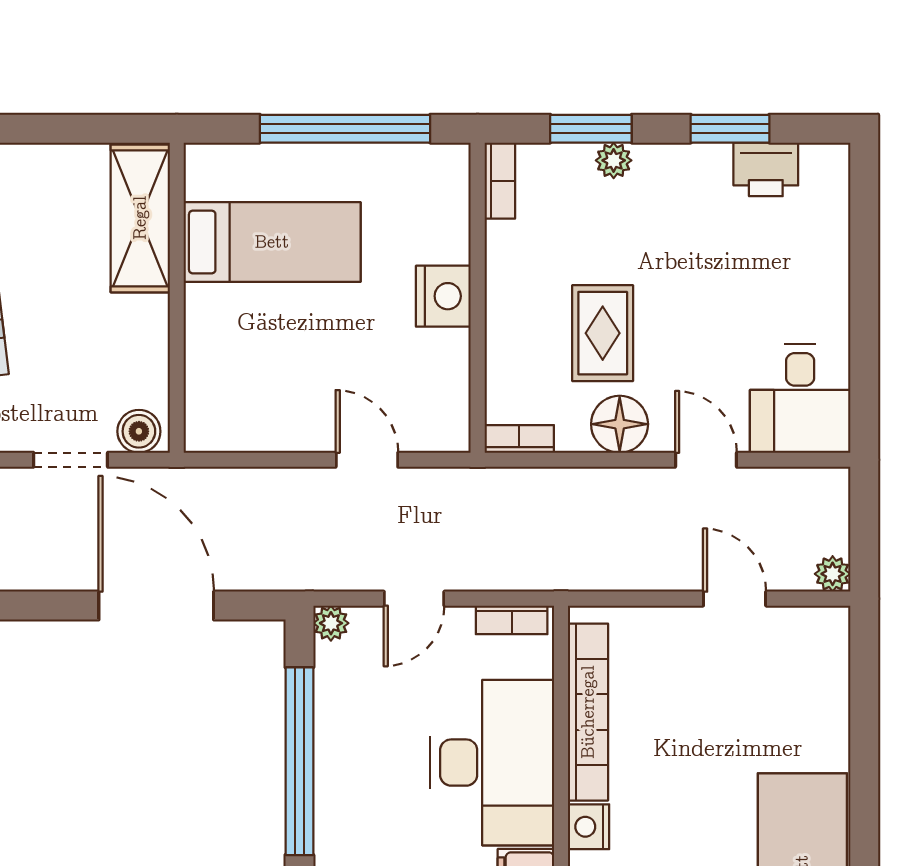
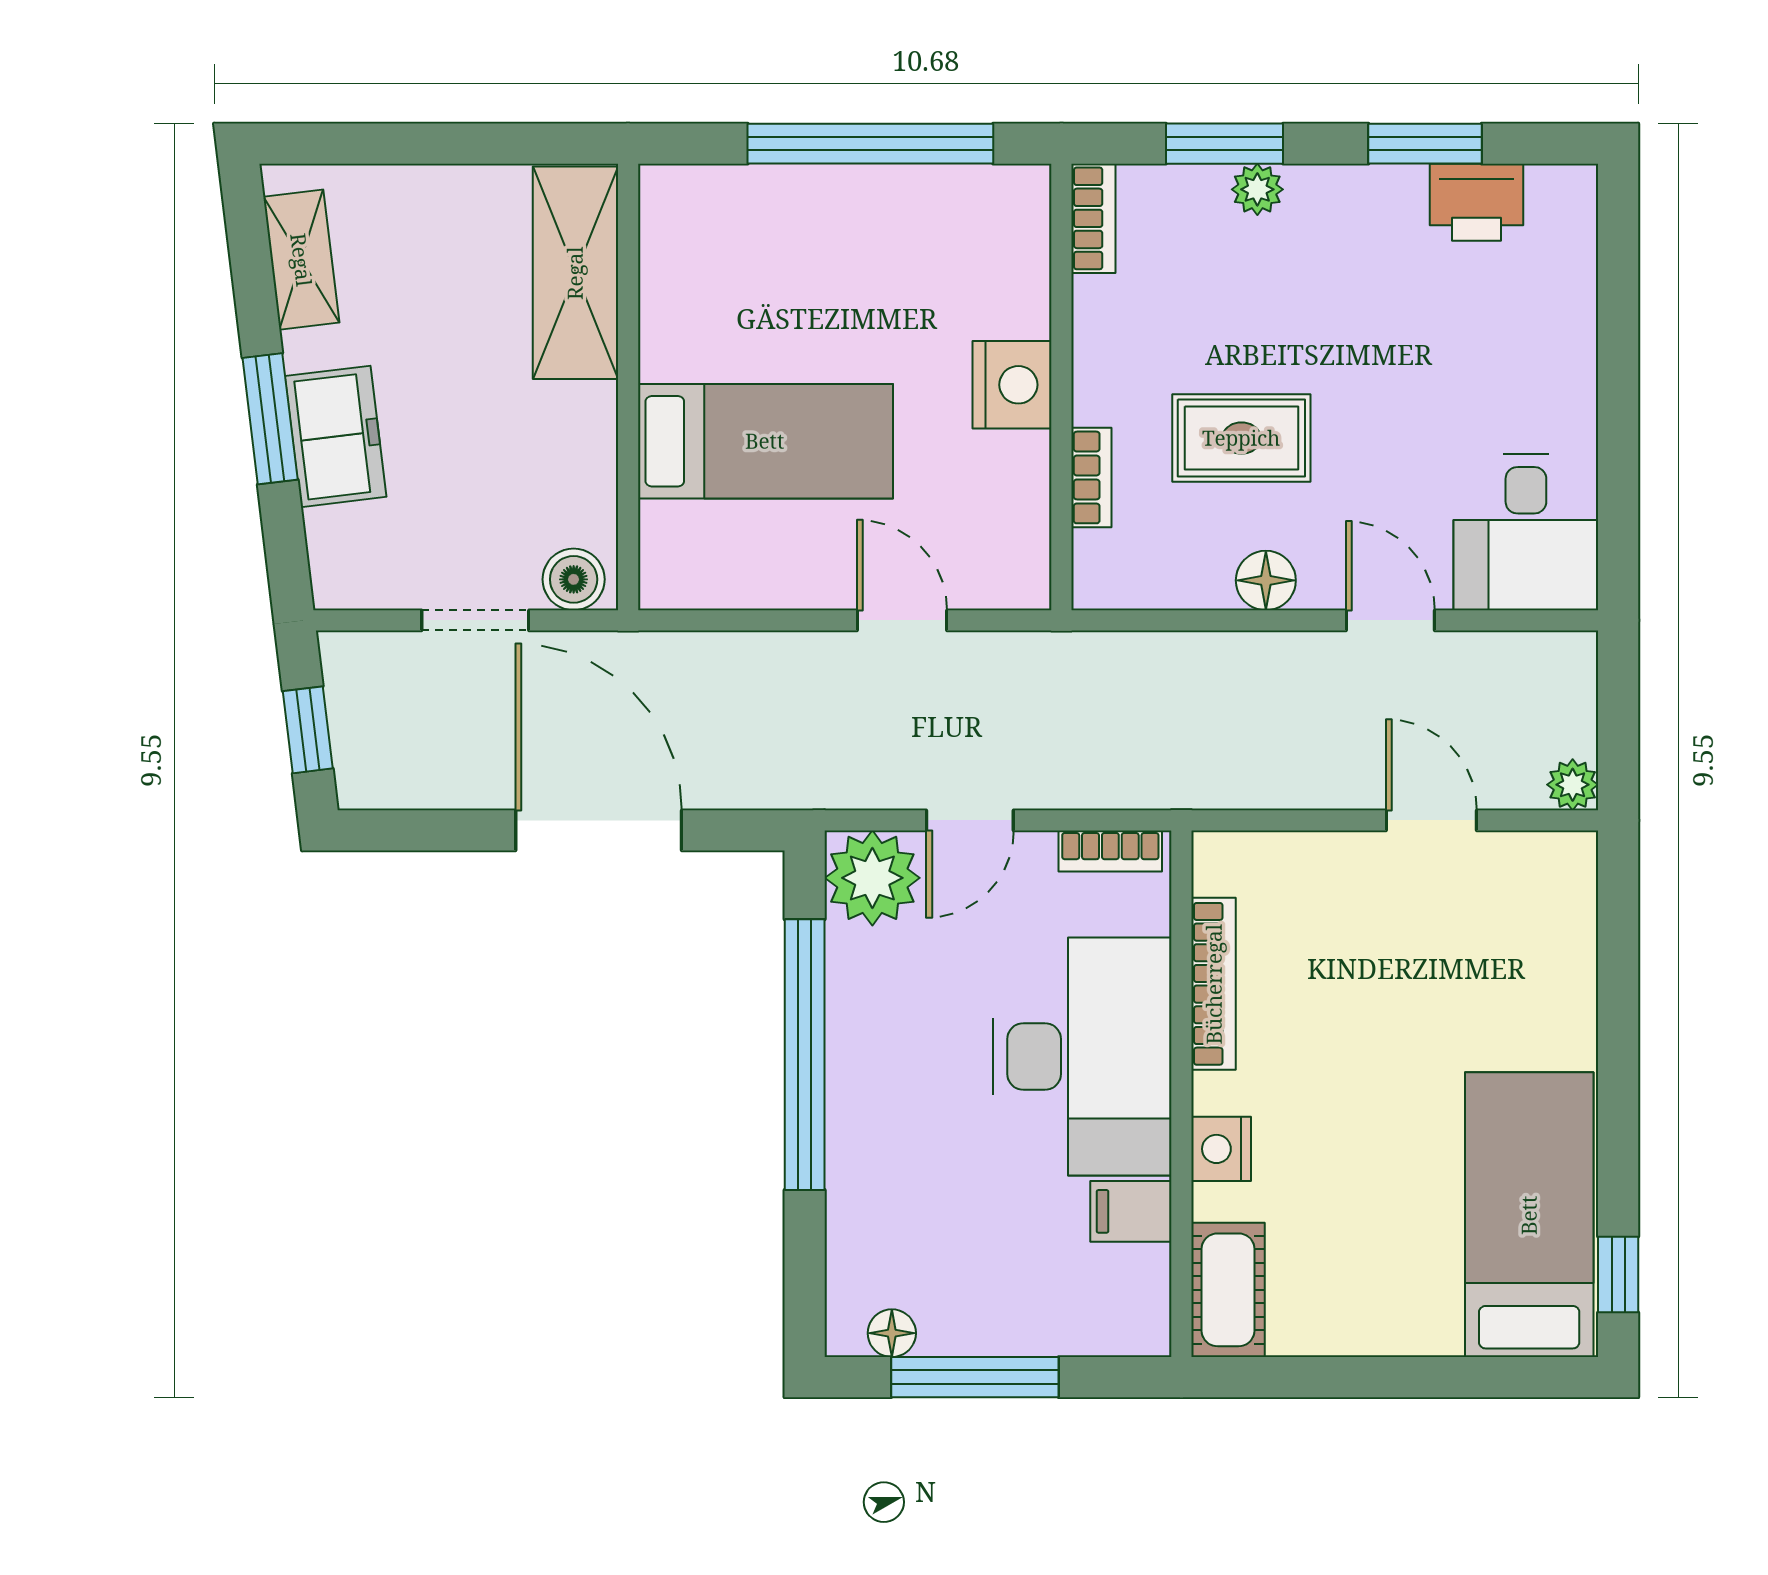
bed: (272, 242) -> (765, 441), moved
rug: (603, 333) -> (1241, 438), turned 90
floor lamp: (620, 424) -> (1266, 580), width x0.73, depth x0.73
bookcase: (519, 439) -> (1091, 477), moved, turned 90
plant: (331, 623) -> (872, 878), width x1.88, depth x1.88
bookcase: (588, 712) -> (1214, 984), width x0.68, depth x0.76

